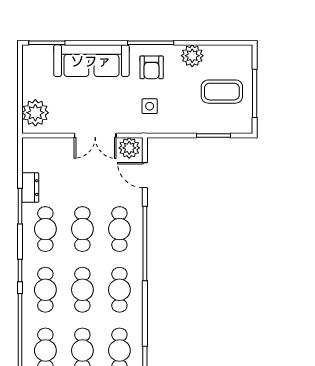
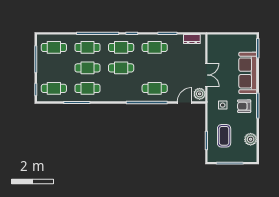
plant: (192, 56) -> (251, 139), moved
coffee table: (222, 92) -> (224, 136), moved
plant: (35, 113) -> (219, 42), removed
double door: (95, 136) -> (206, 75), swing flipped
dresser: (30, 188) -> (192, 39), moved
cafe table: (82, 229) -> (155, 68), removed
cafe table: (119, 290) -> (121, 88), removed

